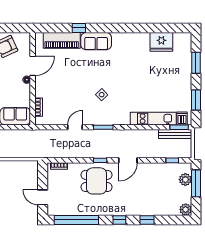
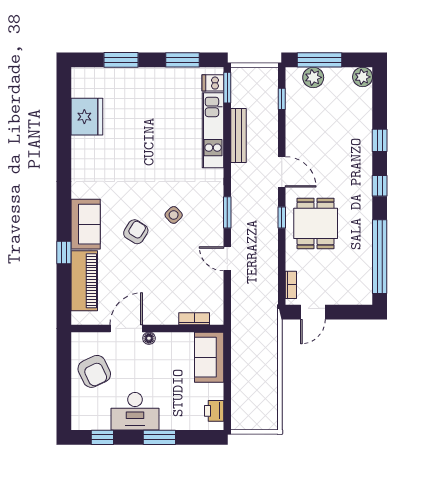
door: (33, 66) -> (126, 328), hinge flipped
armchair: (91, 72) -> (136, 232), added
bench: (175, 134) -> (238, 136), moved
door: (43, 197) -> (313, 312), moved

